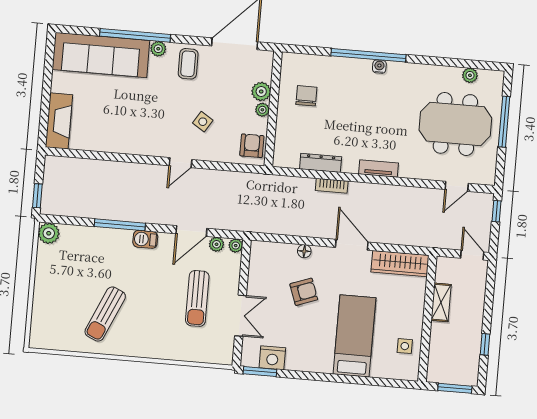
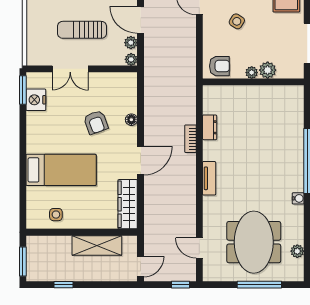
water cooler: (379, 67) -> (298, 198), moved
chair: (306, 96) -> (267, 110), removed
dresser: (321, 163) -> (210, 127), width x0.70
shelving: (441, 302) -> (97, 245), width x1.50, depth x1.33

